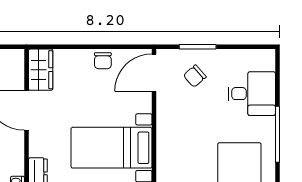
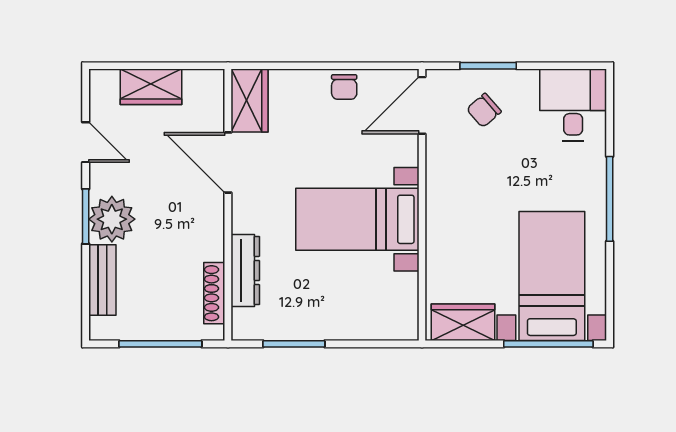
desk: (252, 94) -> (573, 105), moved, turned -90

